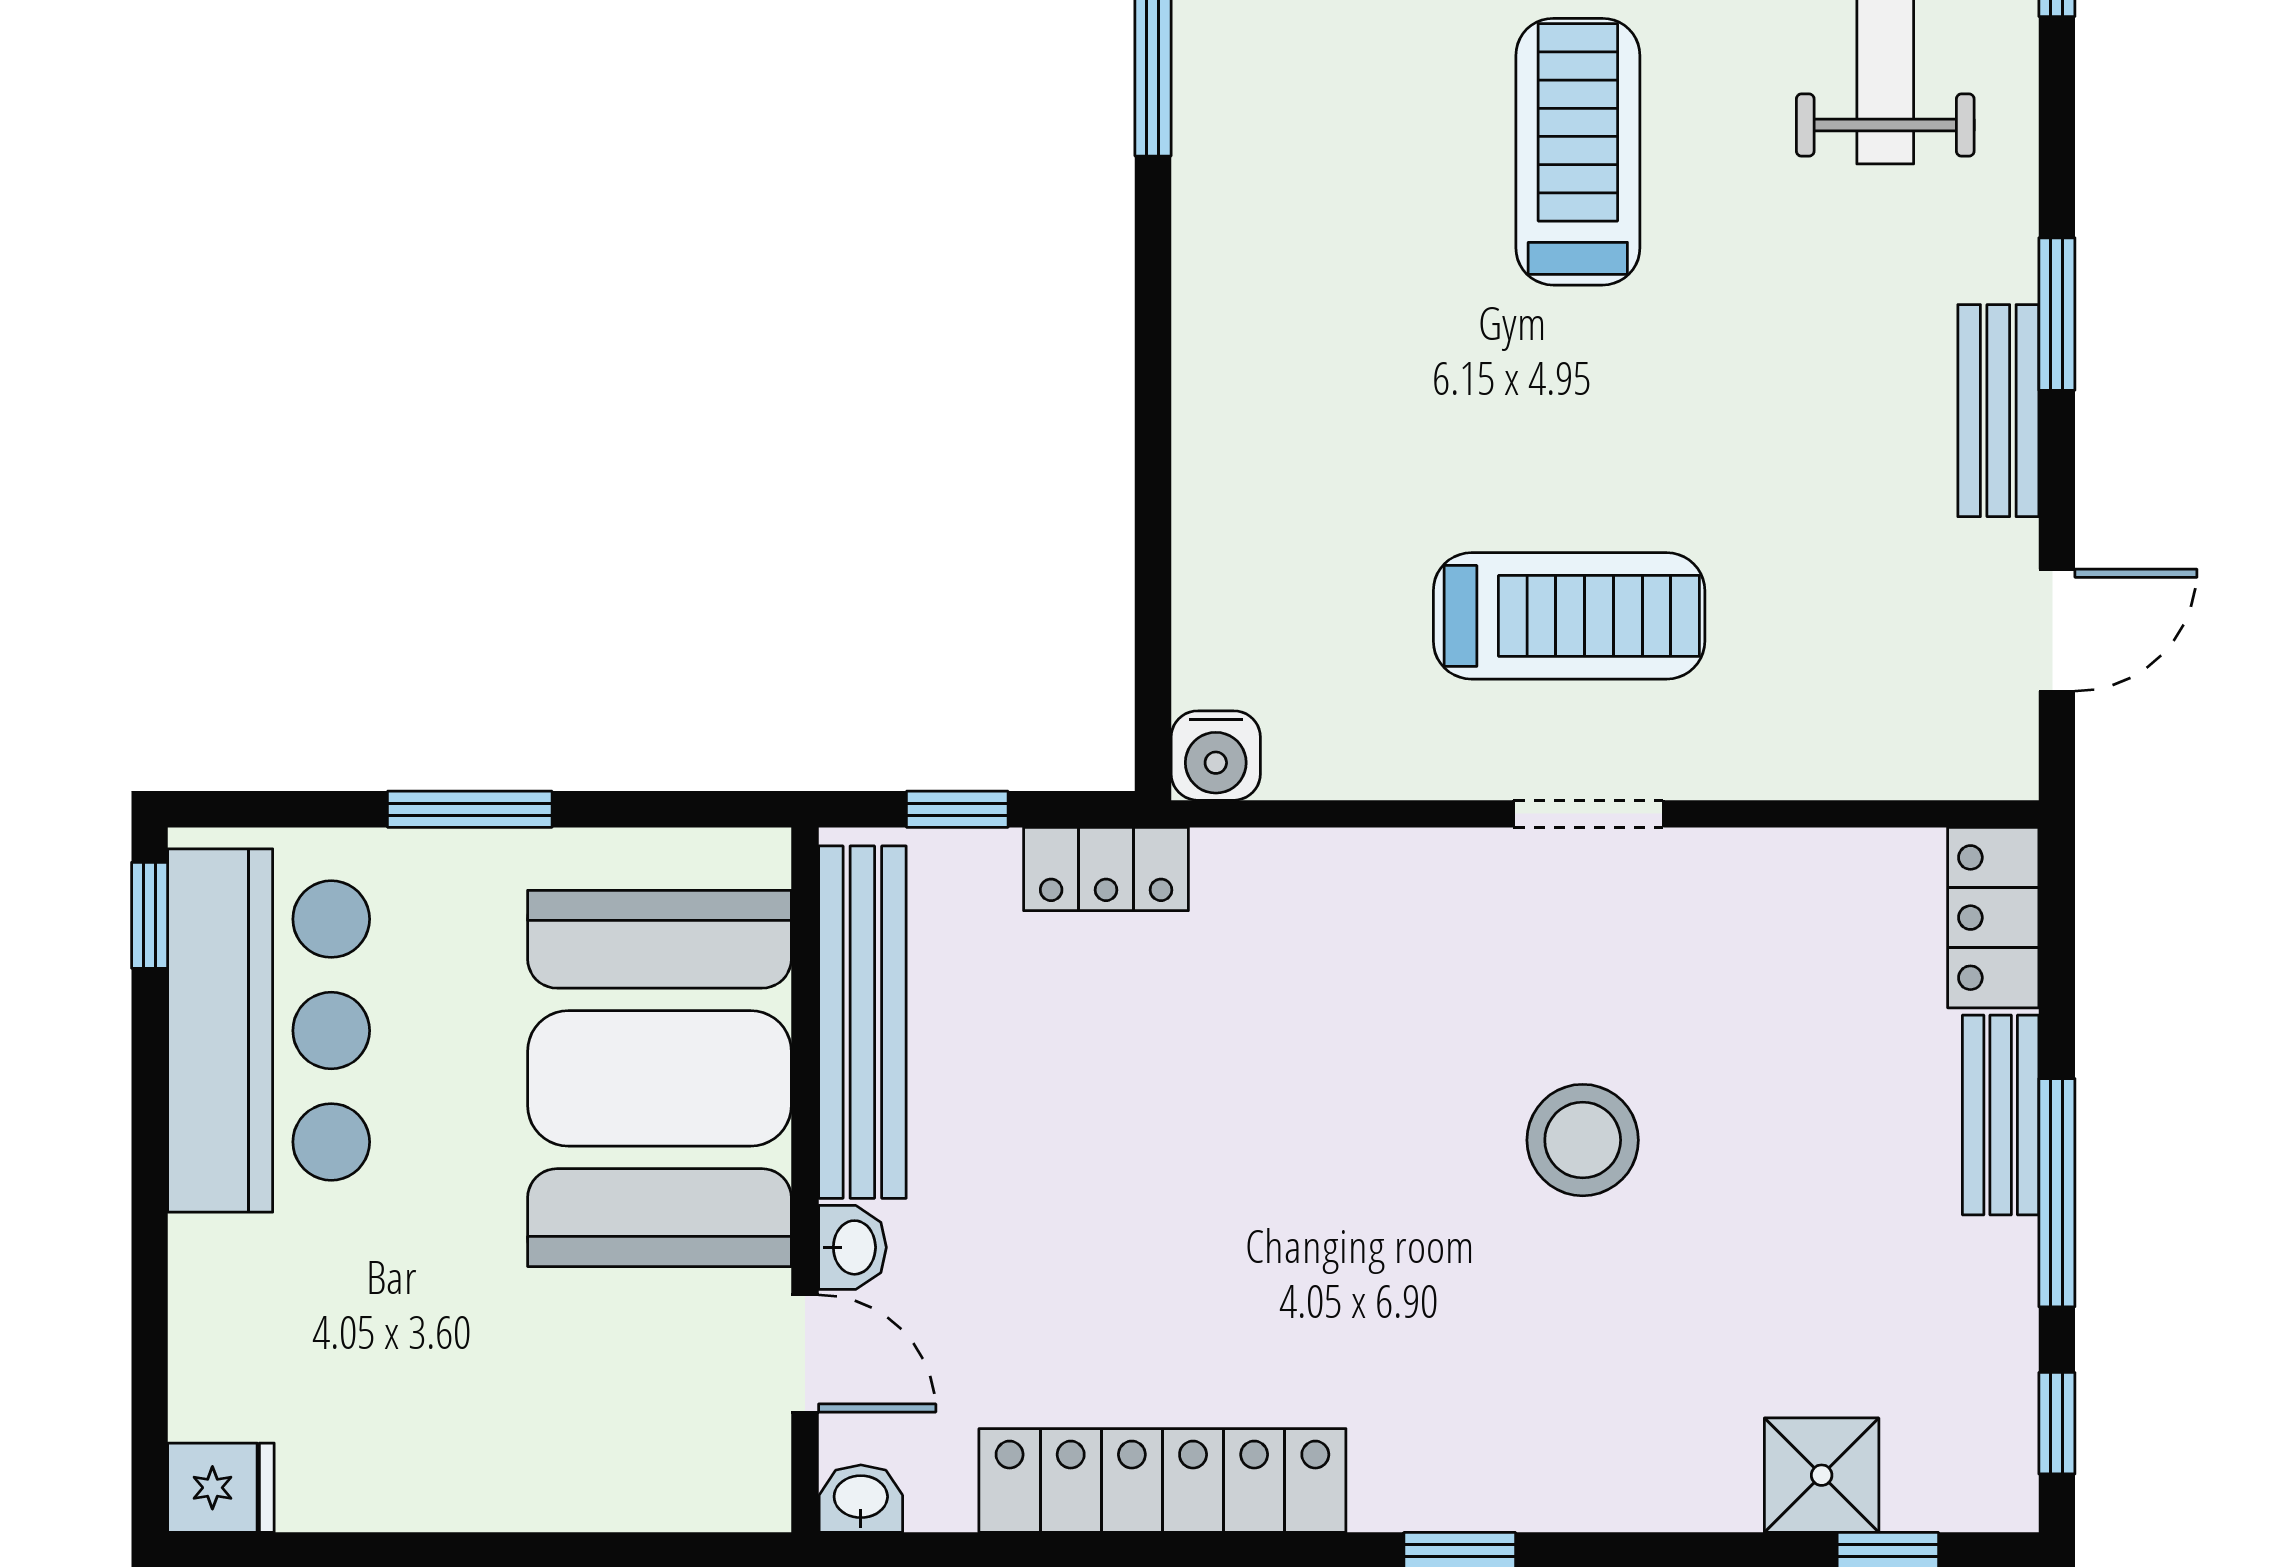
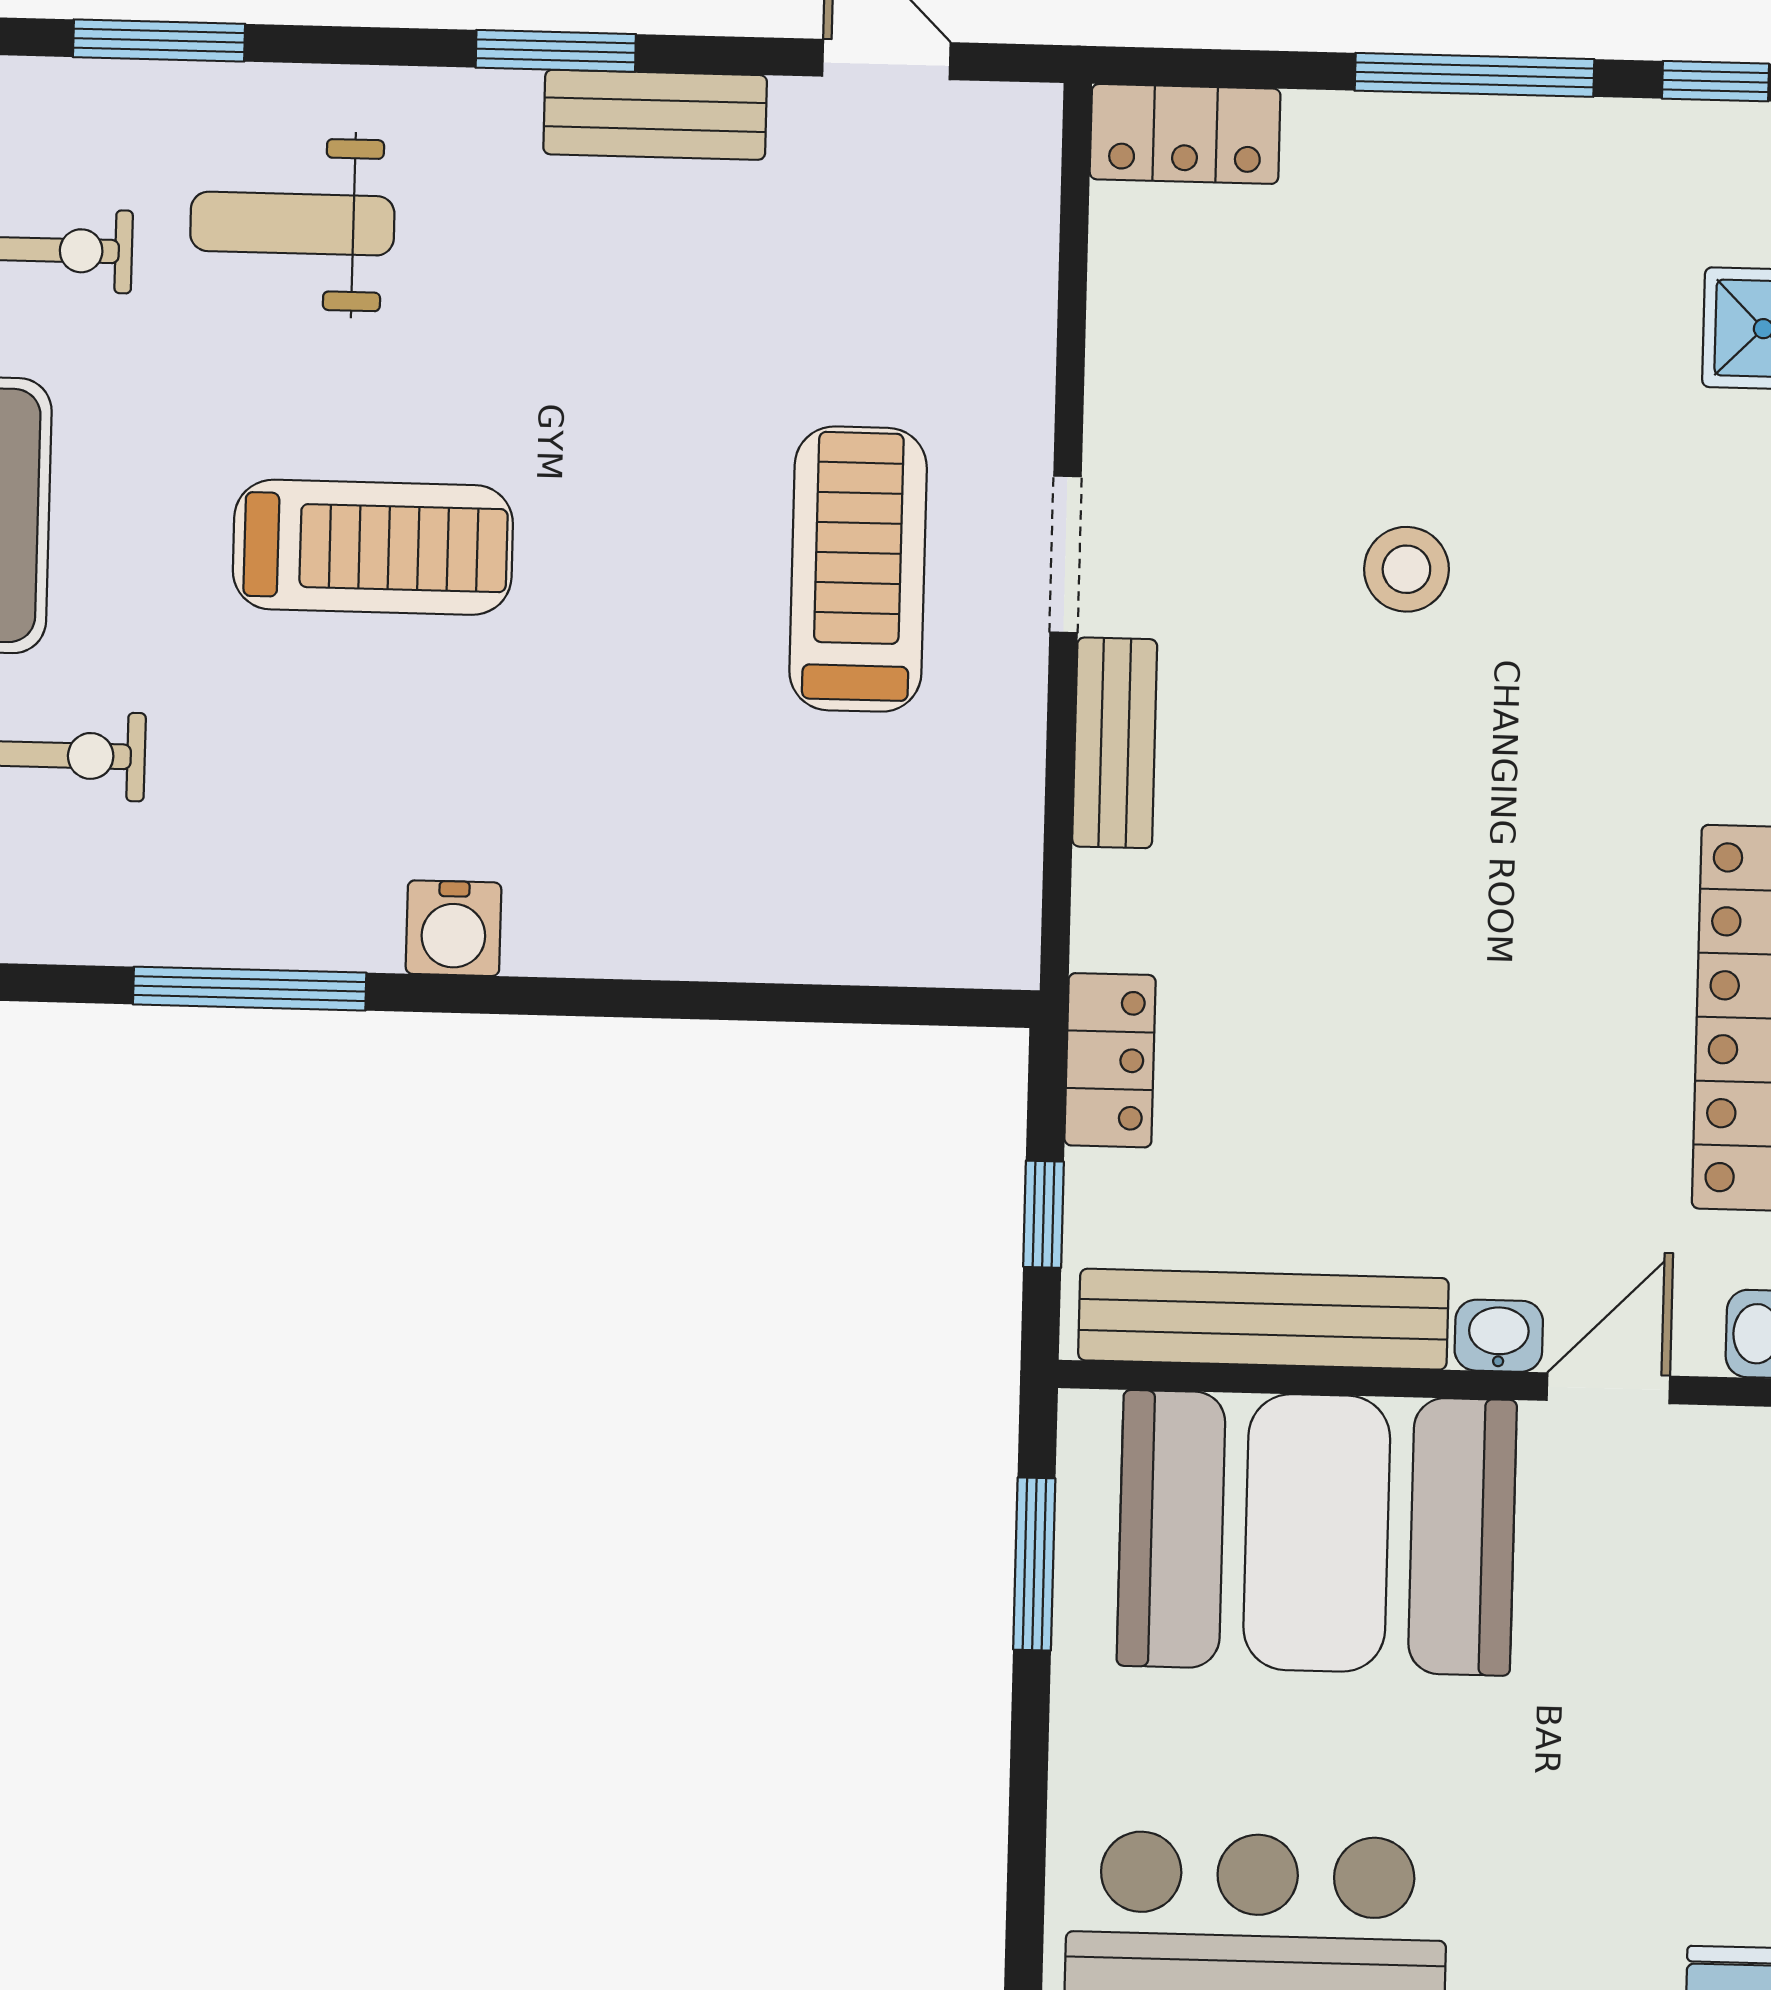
treadmill: (1578, 152) -> (373, 547), turned 180
water cooler: (1216, 756) -> (453, 928), moved, turned 90
window: (470, 809) -> (1034, 1564), moved
bench: (2001, 1115) -> (1115, 743), moved, turned 90
stool: (1583, 1140) -> (1406, 569), width x0.73, depth x0.73

